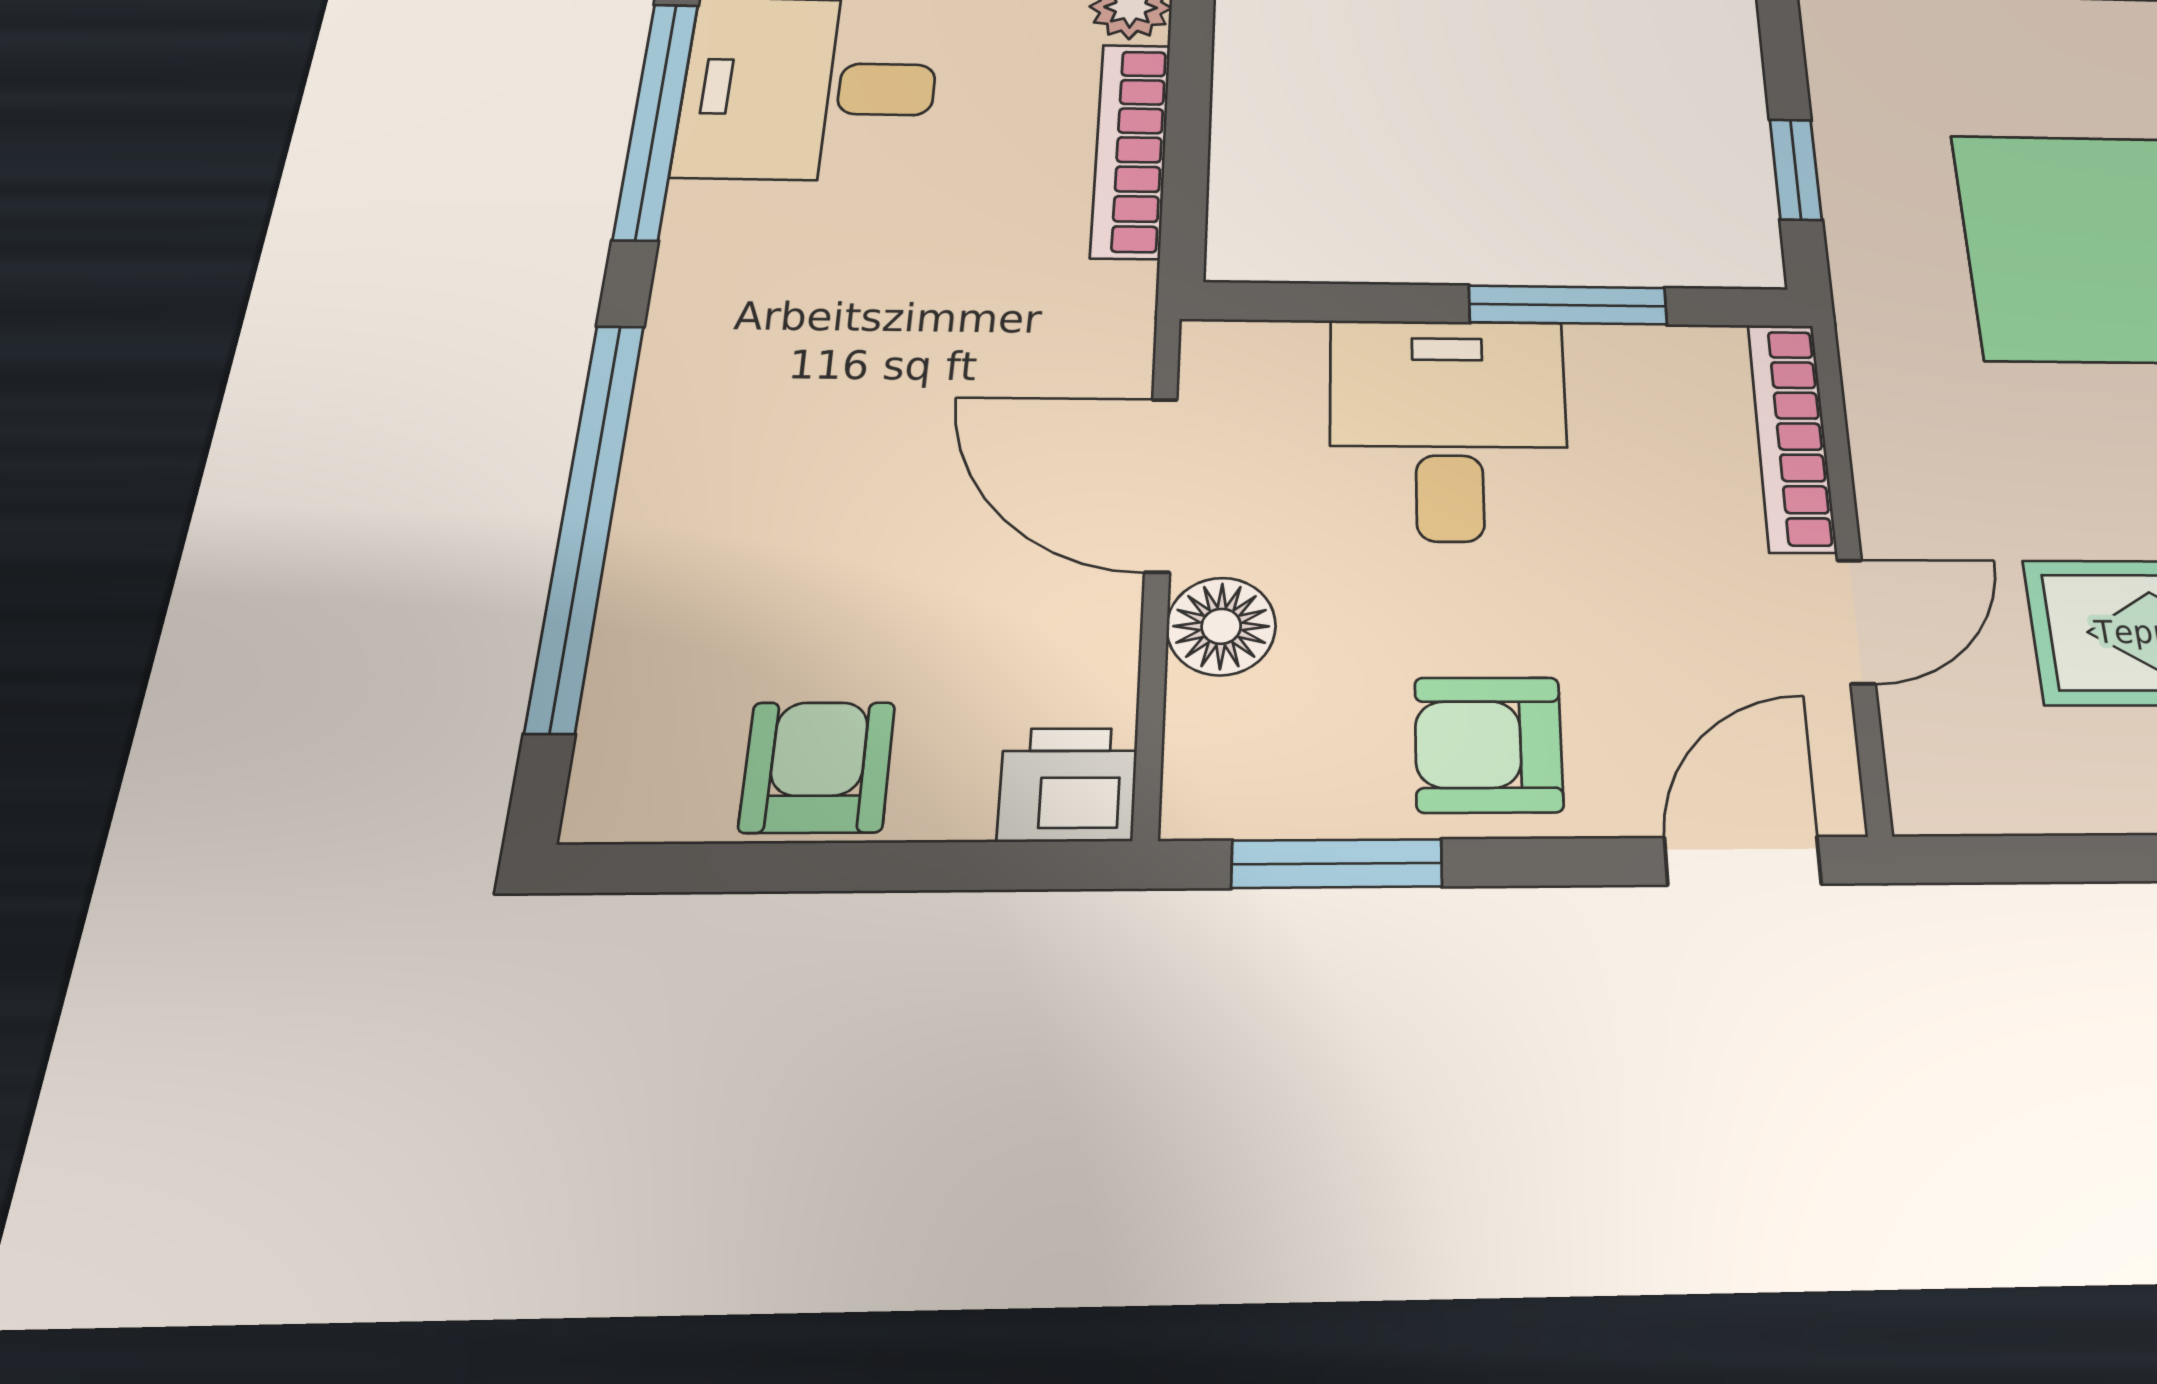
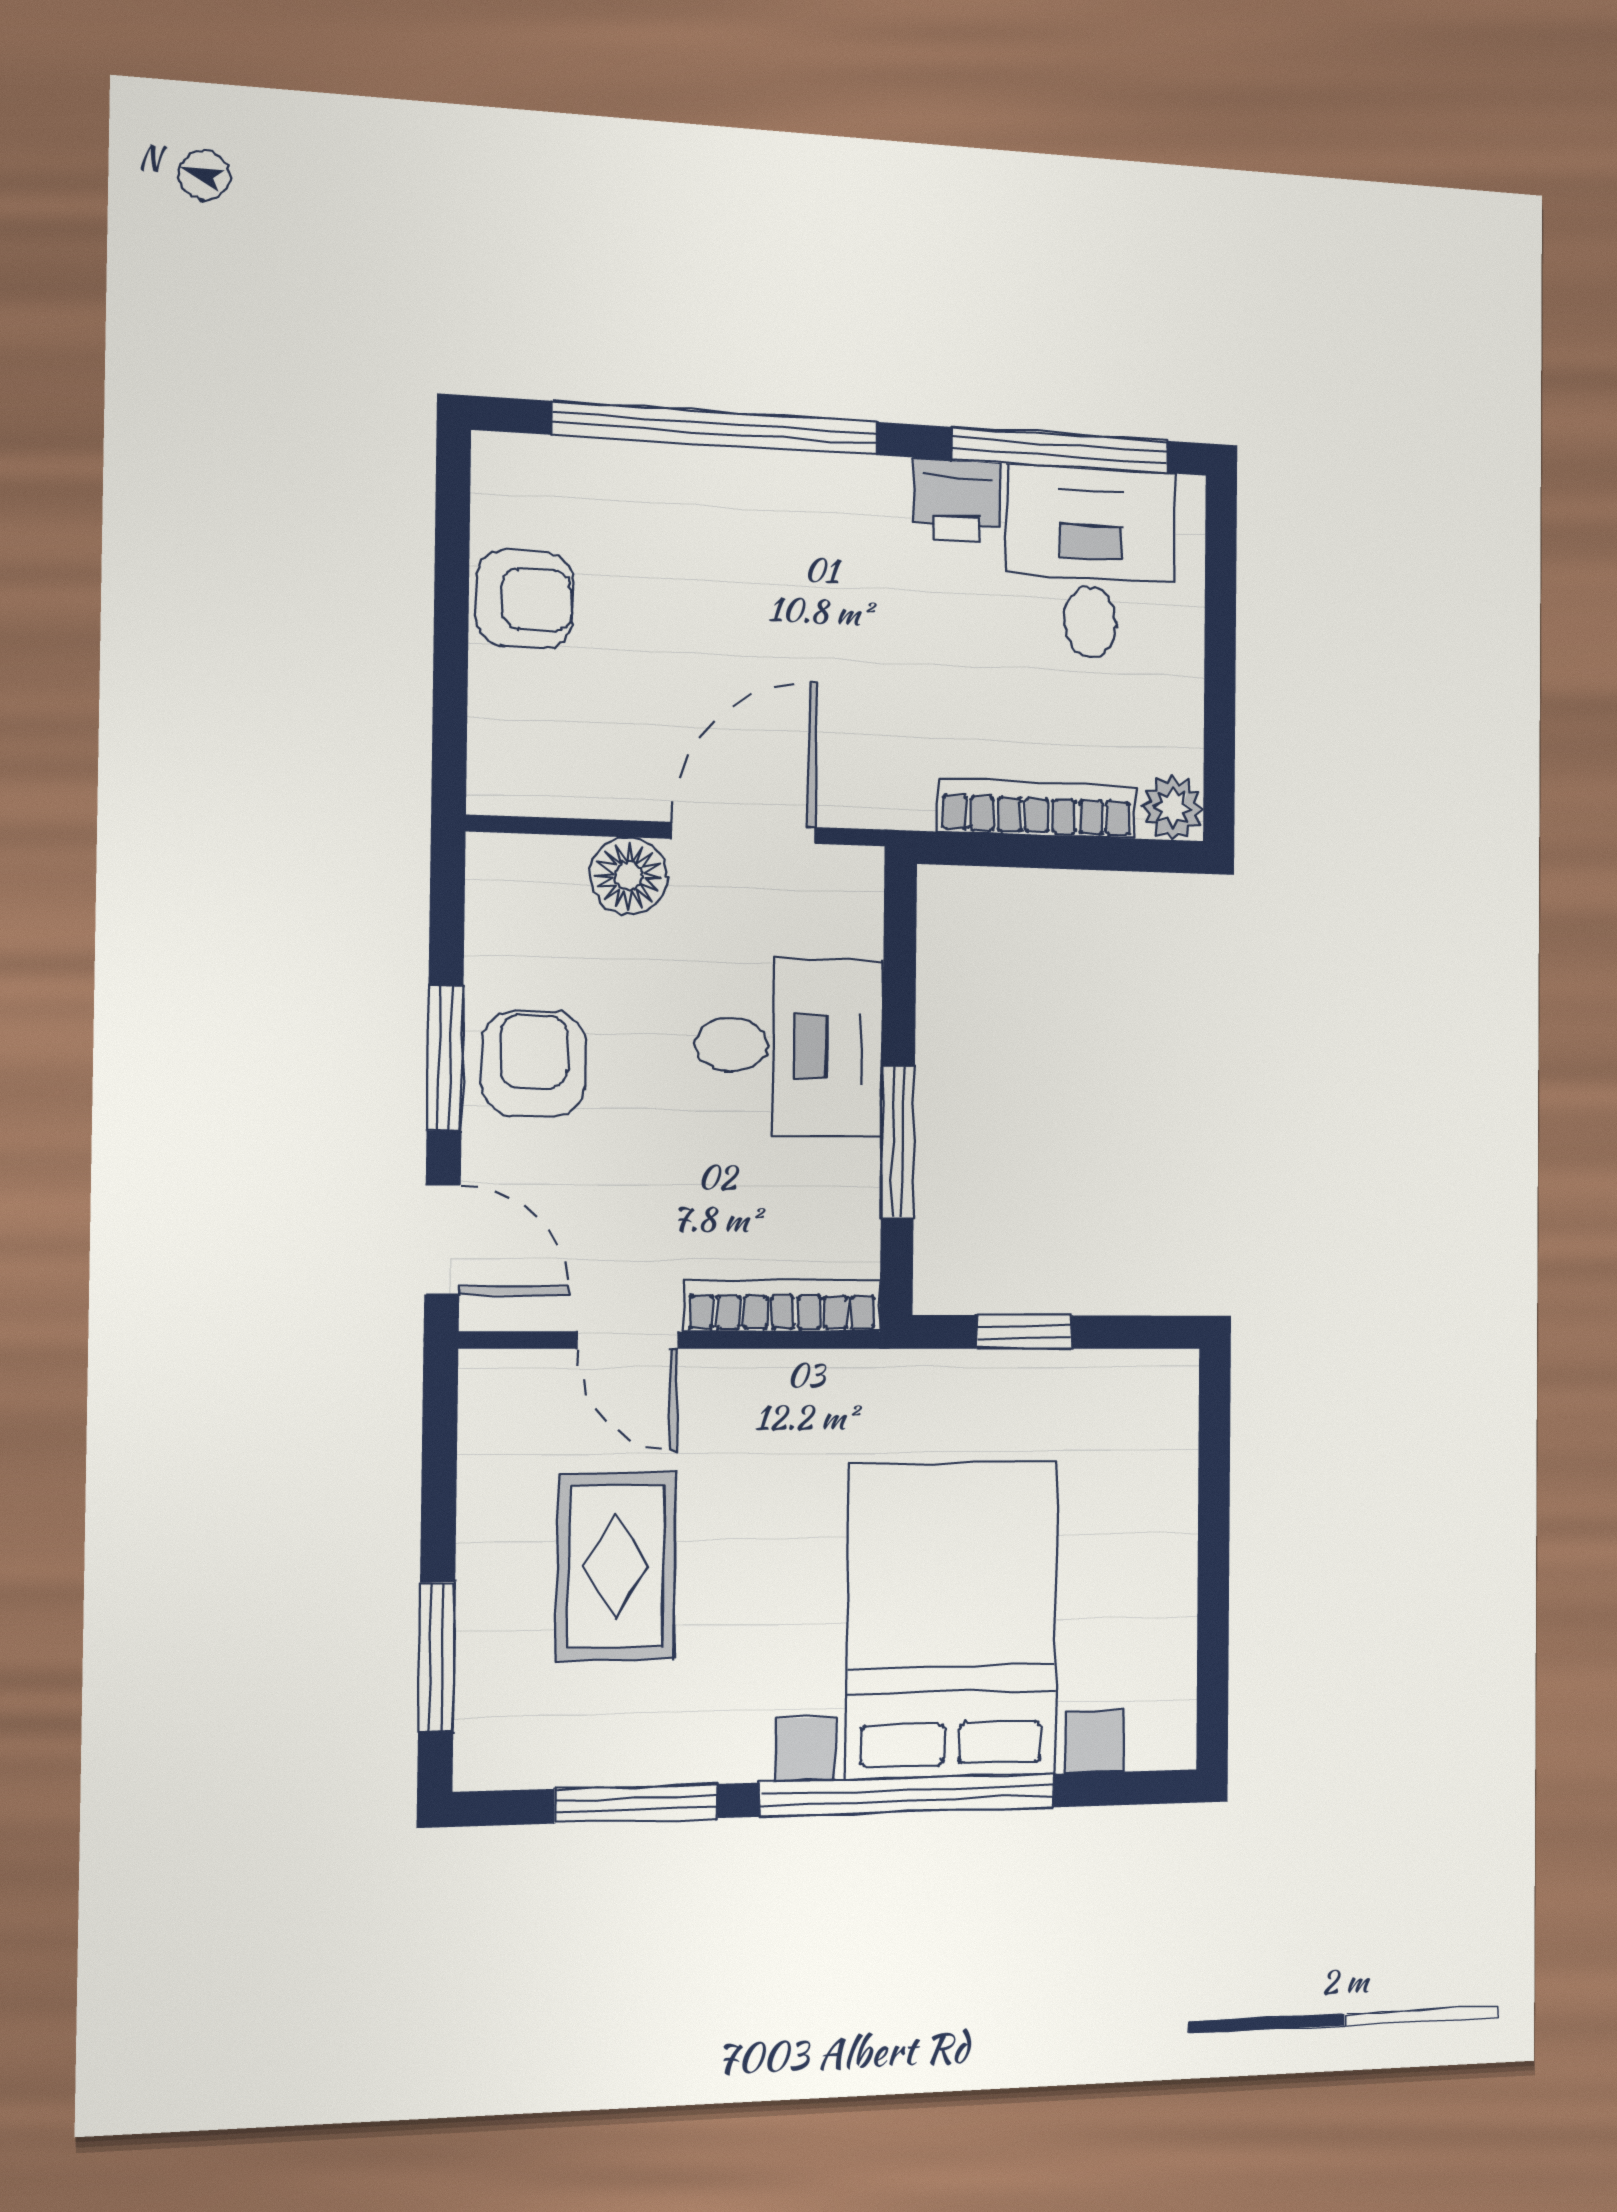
printer: (1068, 785) -> (957, 501), moved, turned 90
window: (1337, 864) -> (445, 1058), moved

